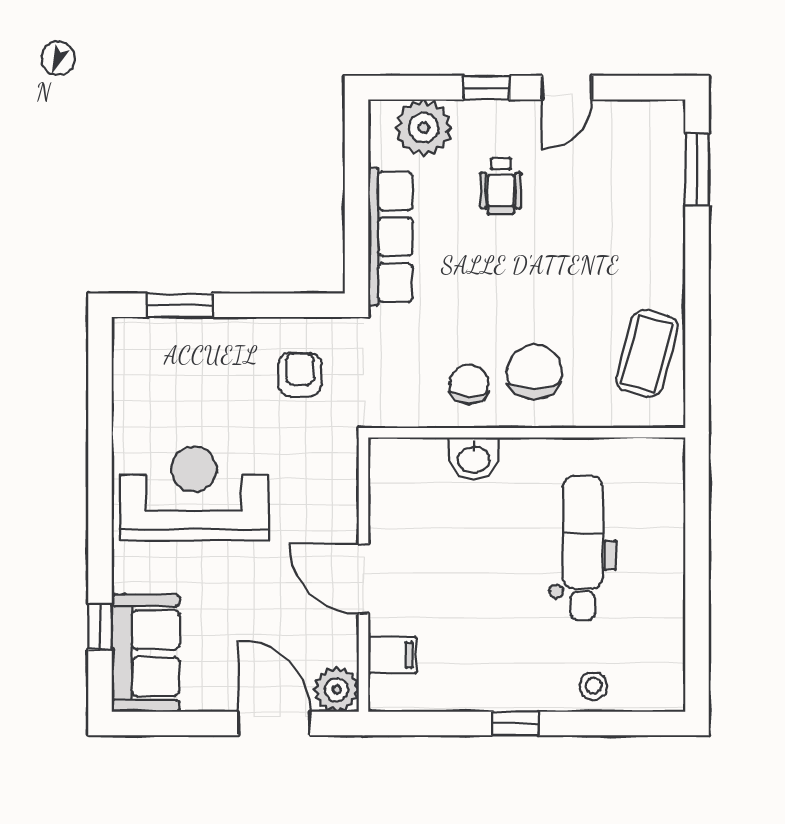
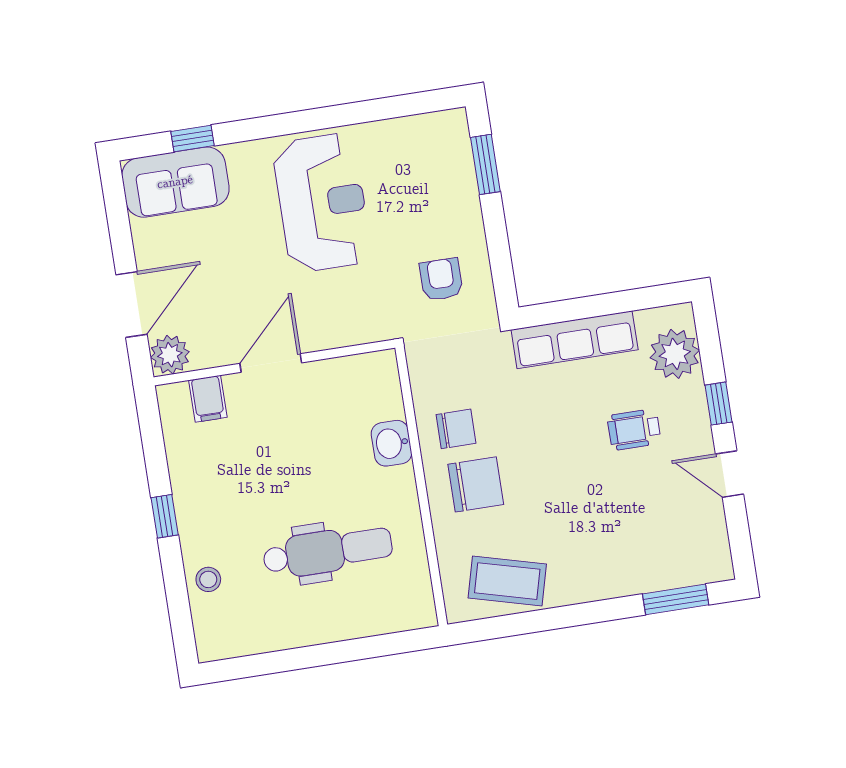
armchair: (300, 375) -> (441, 279), turned -90

